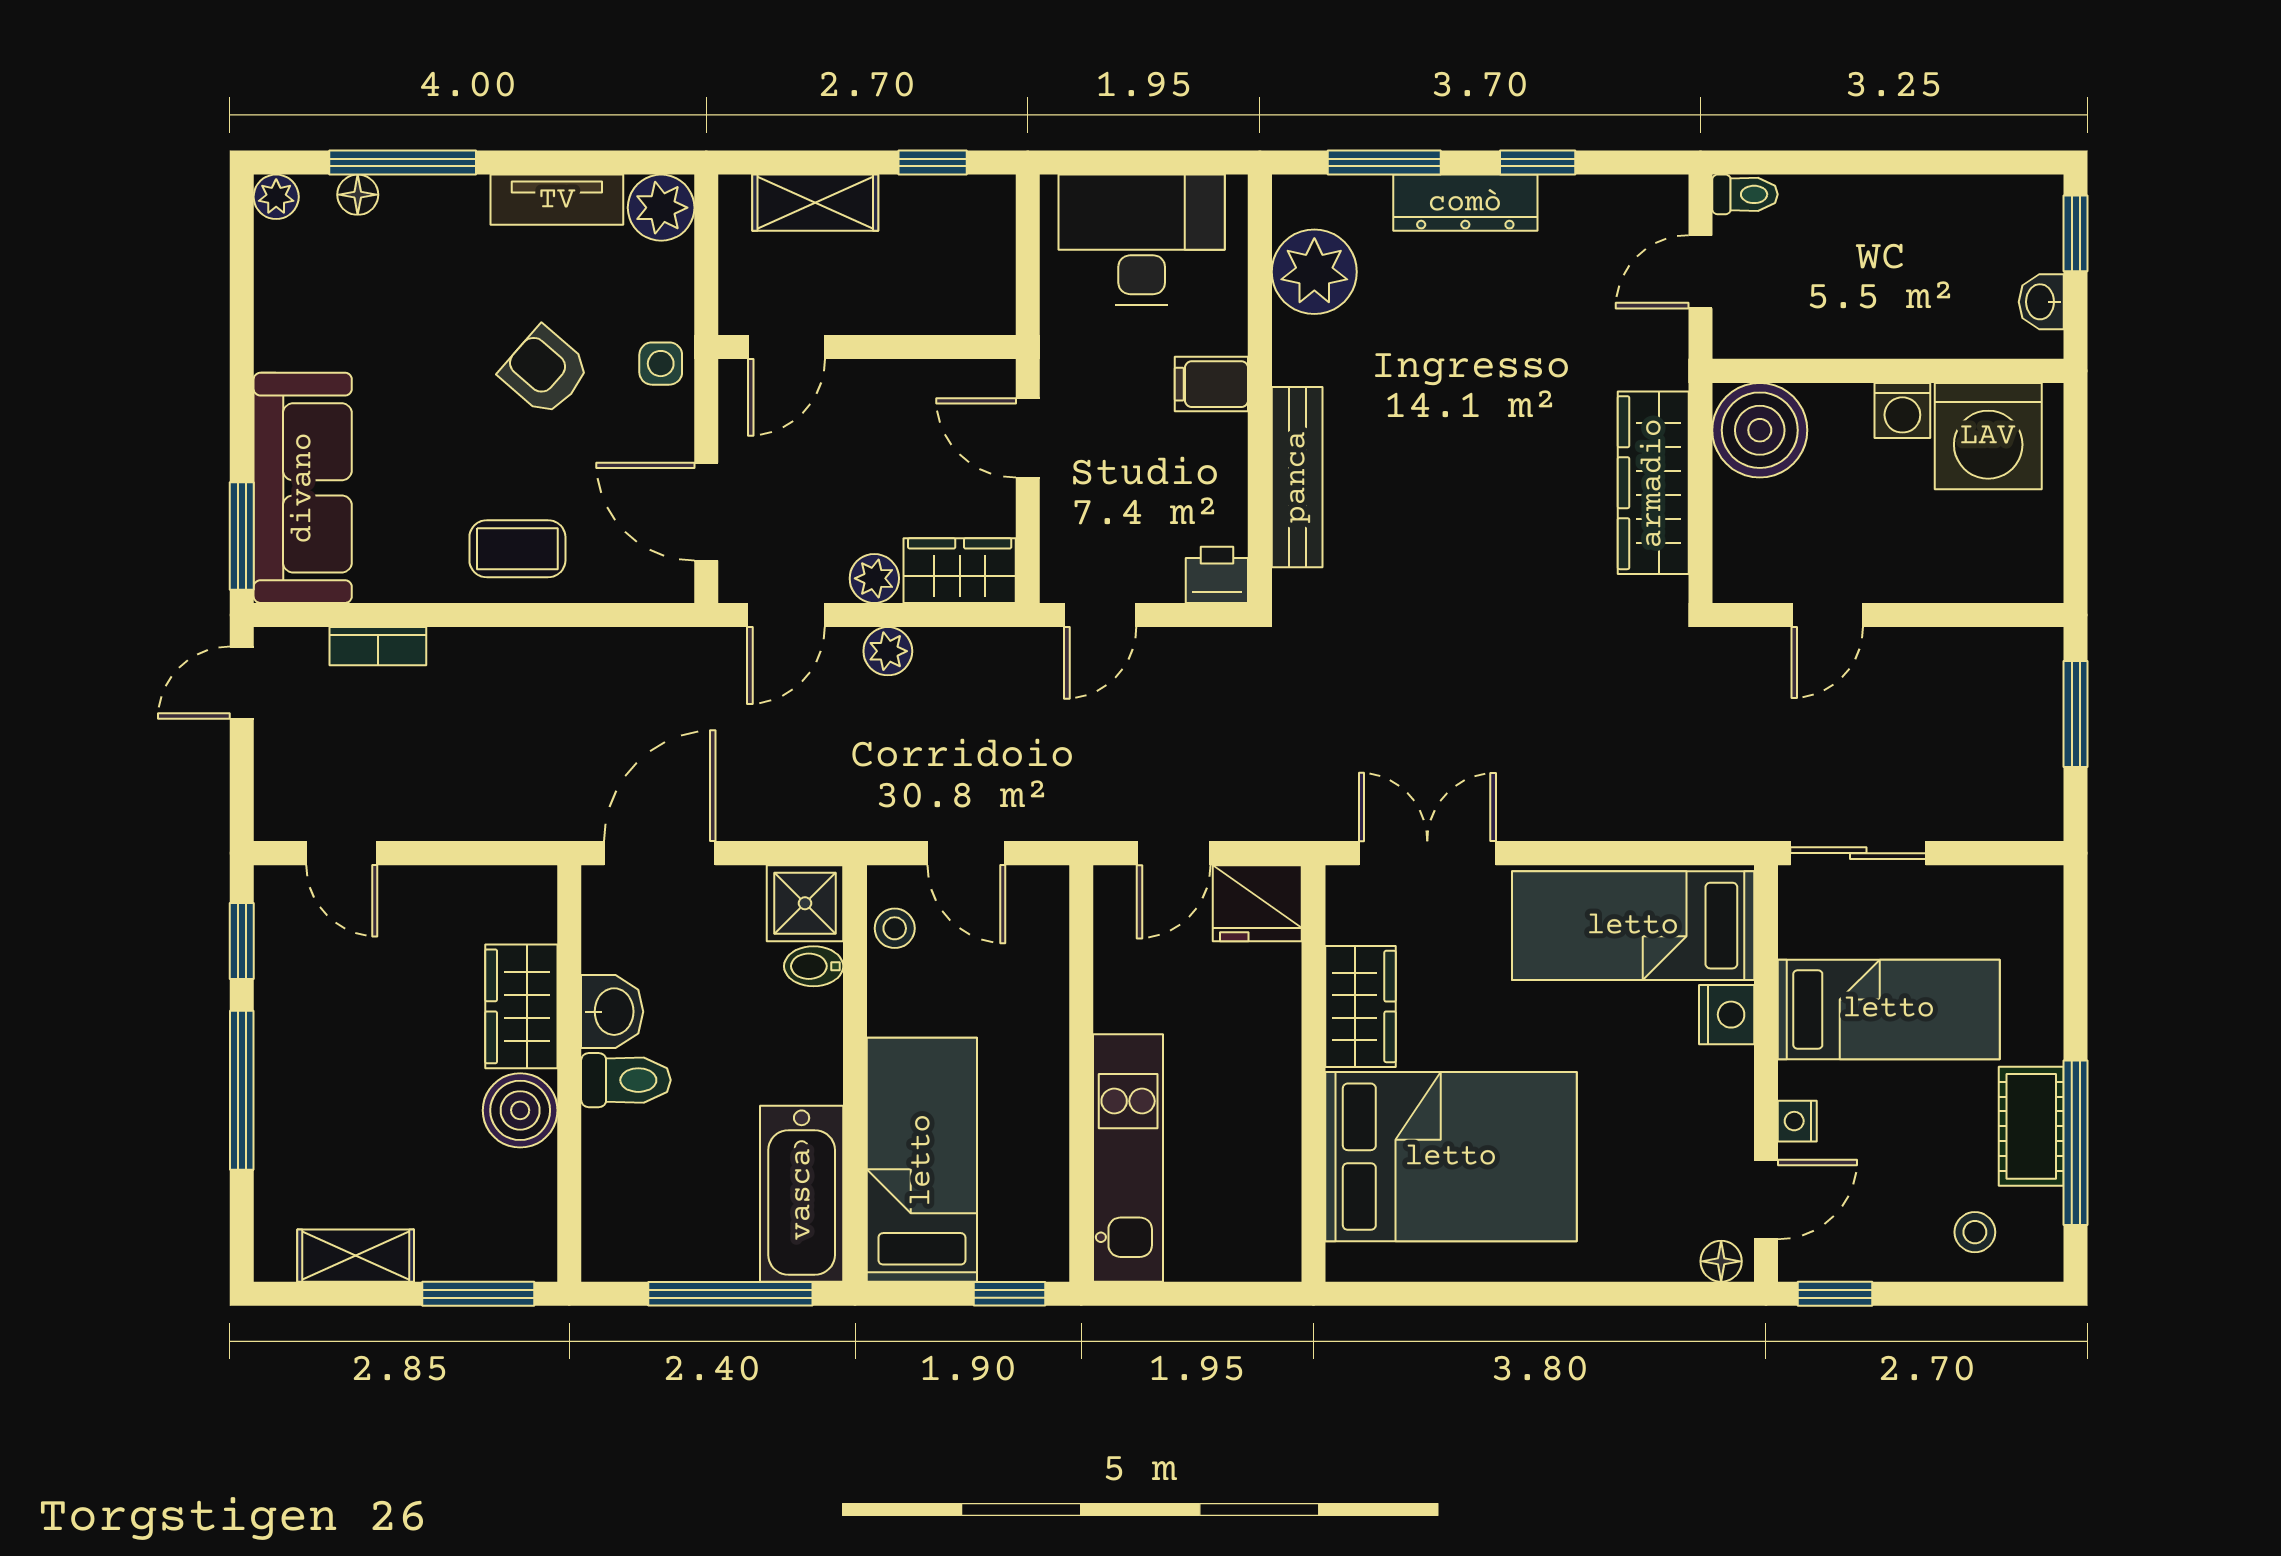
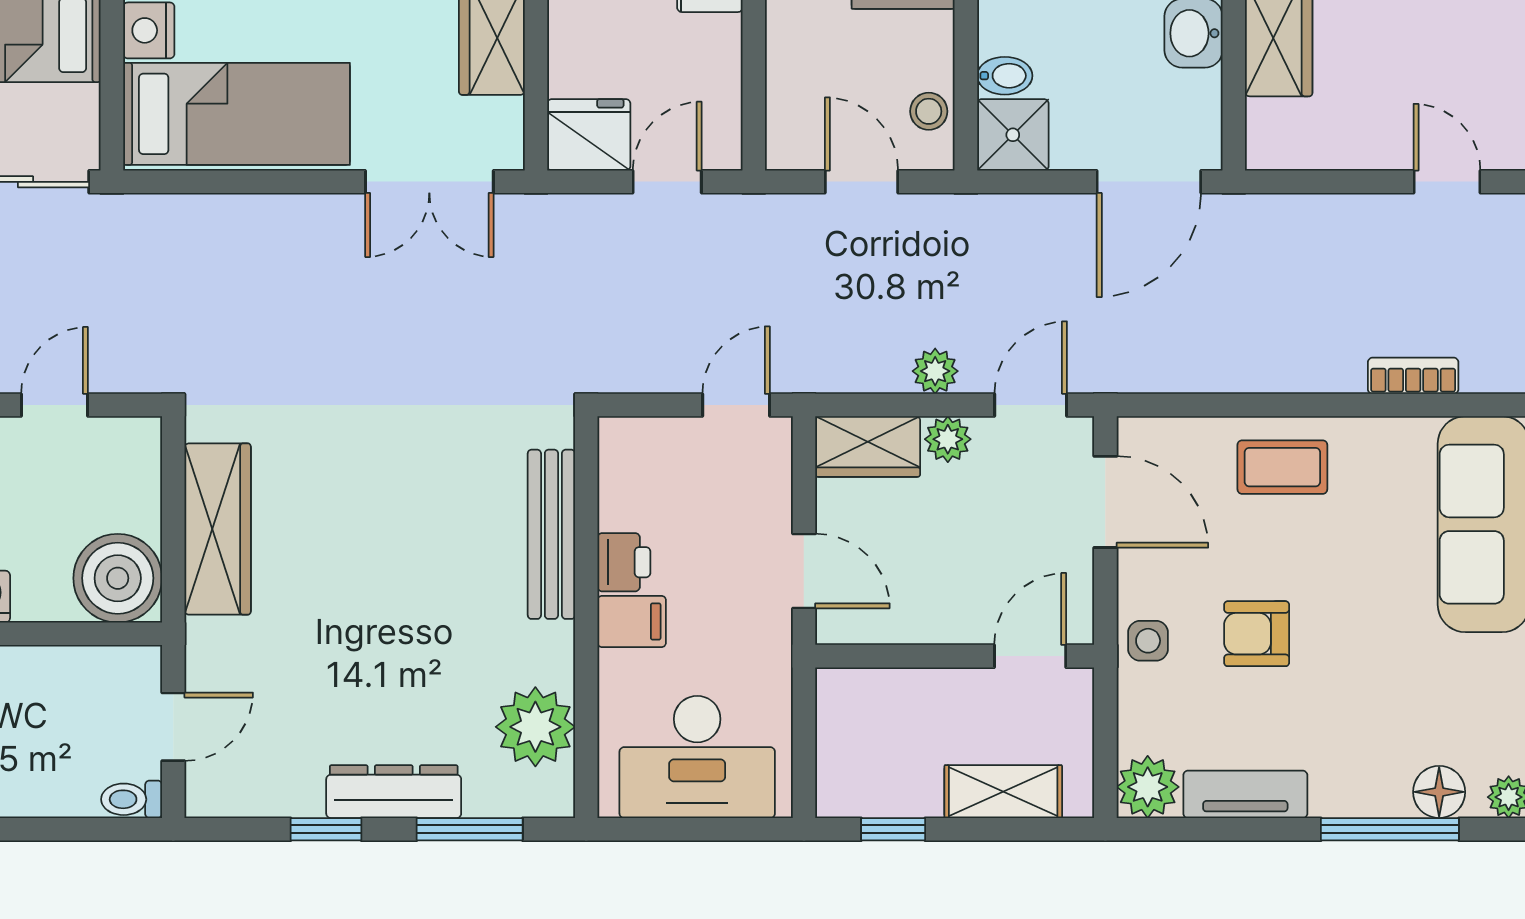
floor lamp: (358, 195) -> (1439, 792), width x1.37, depth x1.37
armchair: (545, 371) -> (1257, 634), turned 139
printer: (1217, 575) -> (624, 562), moved, turned -90

